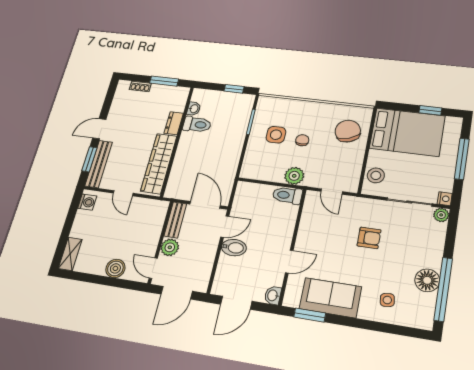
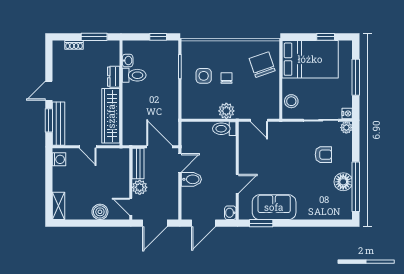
armchair: (369, 238) -> (323, 155), moved
side table: (387, 300) -> (316, 202), removed

